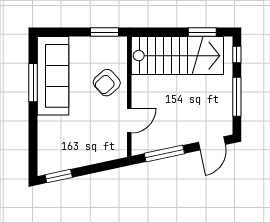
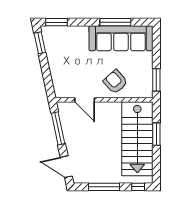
window: (202, 32) -> (156, 134), moved
window: (33, 155) -> (56, 22), added

